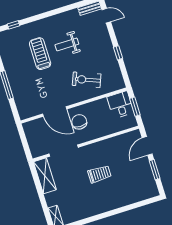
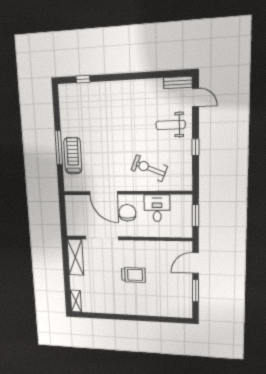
weight bench: (67, 44) -> (171, 125), moved
treadmill: (40, 54) -> (73, 156), moved
desk: (120, 105) -> (157, 208), moved

